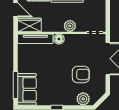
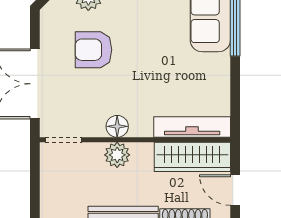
wardrobe: (29, 25) -> (192, 157), width x1.50
floor lamp: (59, 39) -> (117, 126), moved

